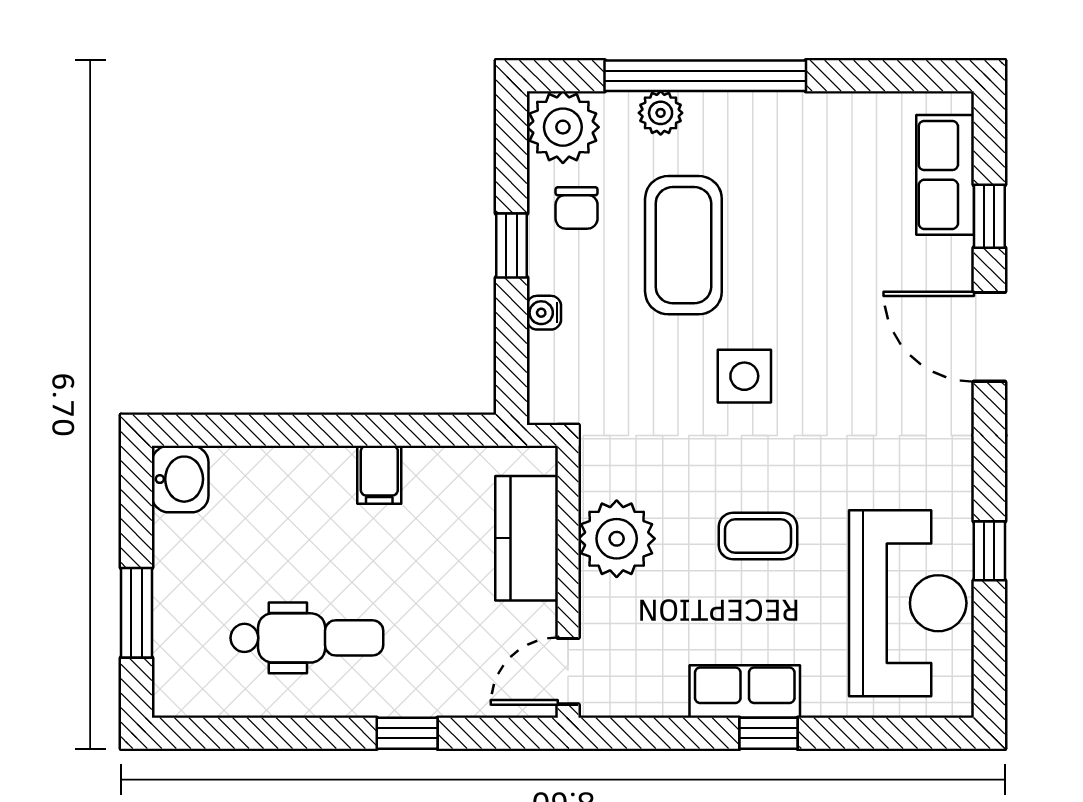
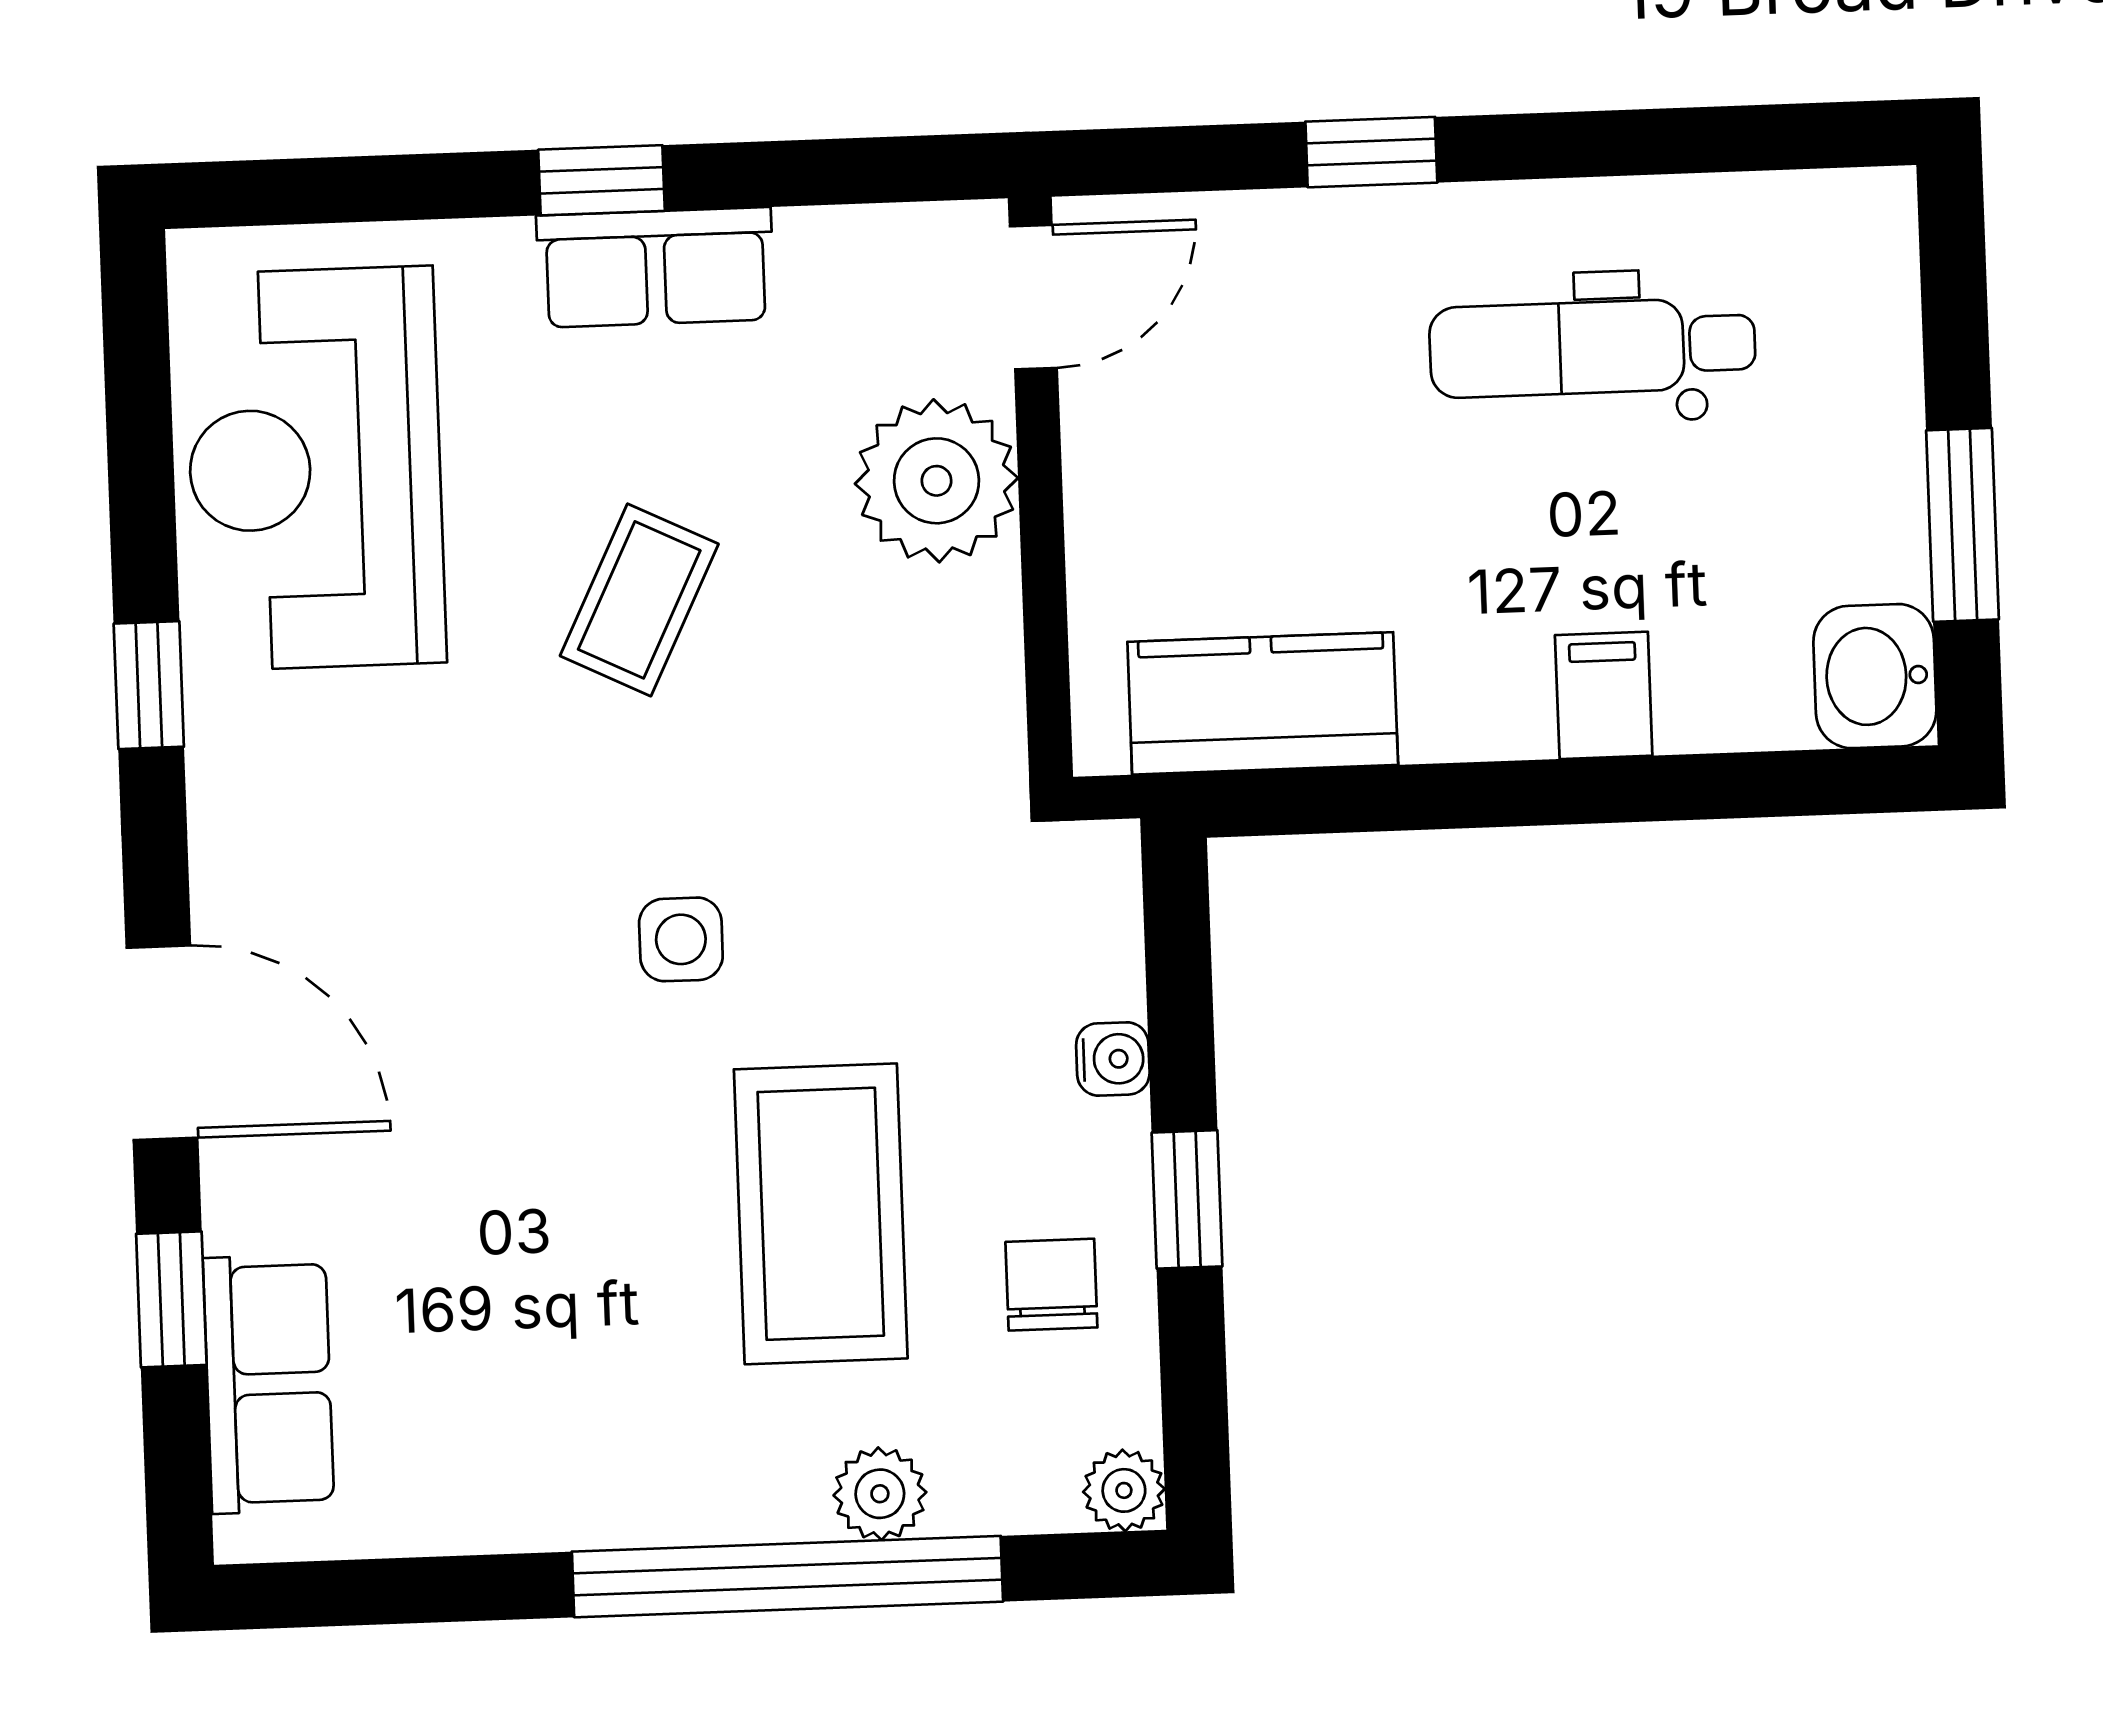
plant: (563, 127) -> (1124, 1490), width x0.53, depth x0.53
side table: (744, 376) -> (681, 939), width x0.73, depth x0.73
filing cabinet: (379, 475) -> (1604, 695), moved
coffee table: (758, 536) -> (639, 600), turned -64
kitchen counter: (527, 538) -> (1263, 703), moved, turned -90
plant: (617, 539) -> (936, 481), moved
window: (989, 551) -> (149, 685), moved
window: (136, 613) -> (1963, 525), moved

